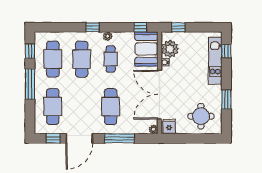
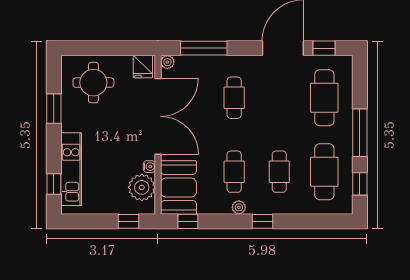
cafe table: (82, 59) -> (279, 172), width x0.73, depth x0.74
cafe table: (111, 107) -> (234, 98), width x0.73, depth x0.74
window: (119, 138) -> (204, 48), moved

